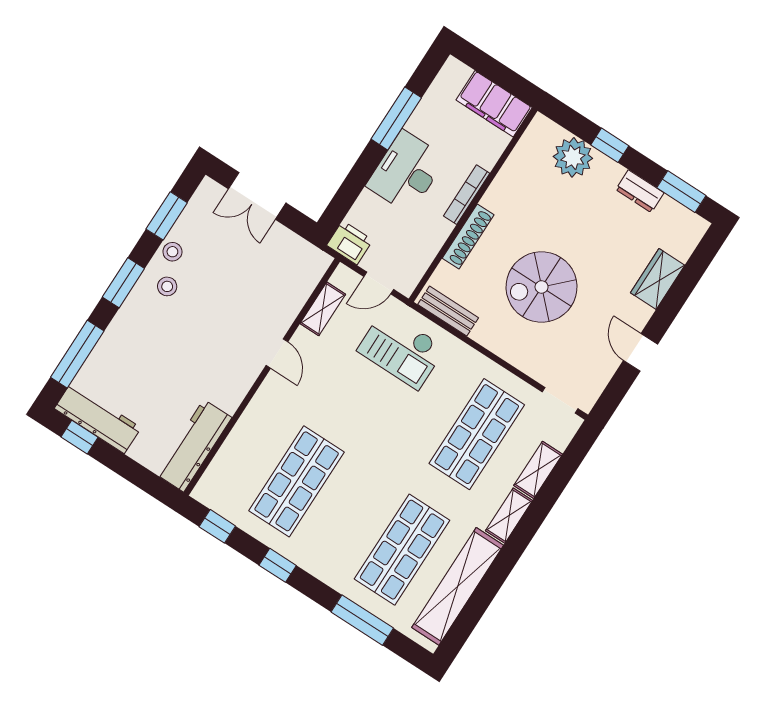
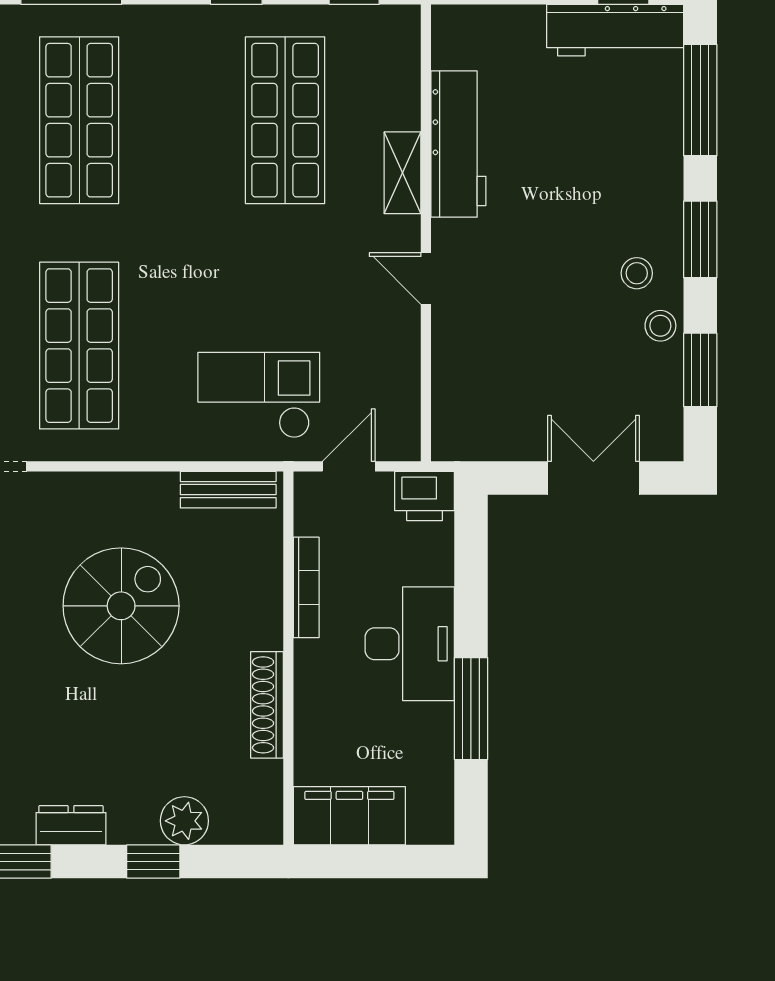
plant: (573, 157) -> (184, 821), width x0.73, depth x0.73
bookcase: (467, 195) -> (306, 587), moved
shoe rack: (468, 237) -> (267, 705), moved
shelving: (323, 309) -> (403, 173), moved
workbench: (194, 446) -> (458, 144), moved

